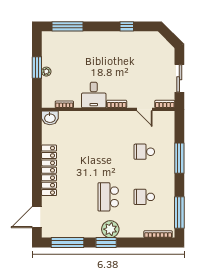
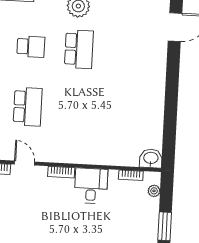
plant: (46, 72) -> (154, 191), moved
school desk: (144, 152) -> (28, 107), width x1.85
locker: (49, 170) -> (156, 89), removed

